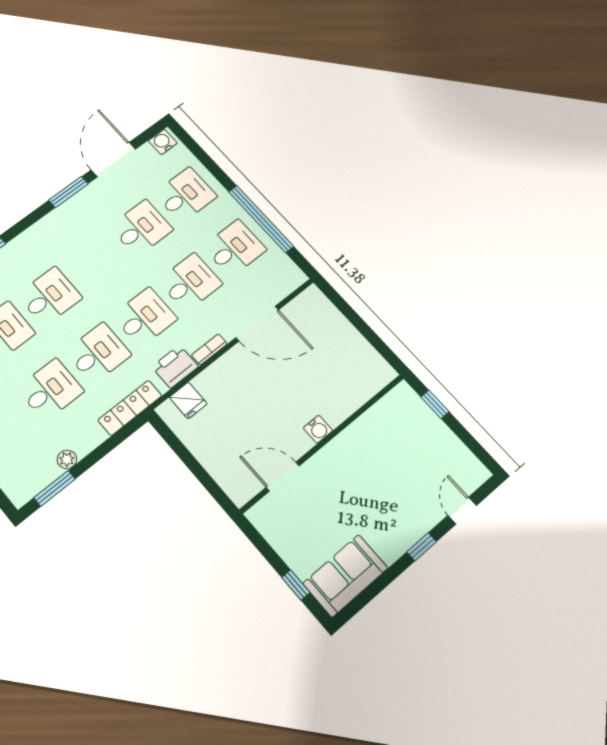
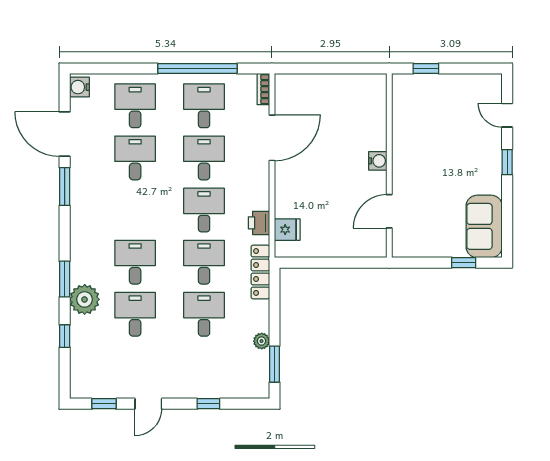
bookcase: (209, 349) -> (263, 89), moved
printer: (175, 367) -> (259, 223), width x0.73, depth x0.81

